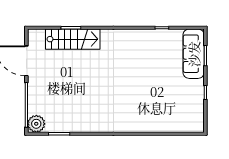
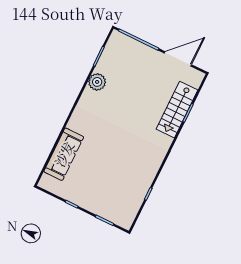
sofa: (194, 54) -> (64, 154), moved, turned 90
plant: (36, 124) -> (97, 82), moved

